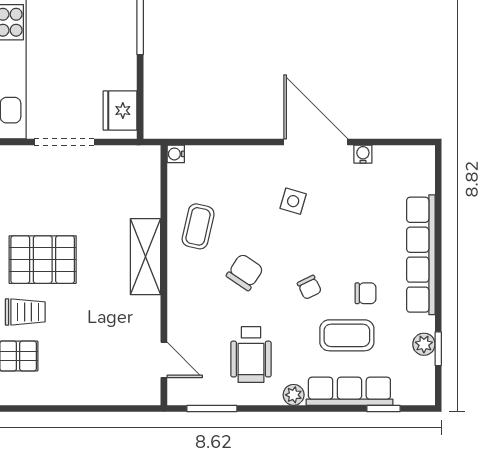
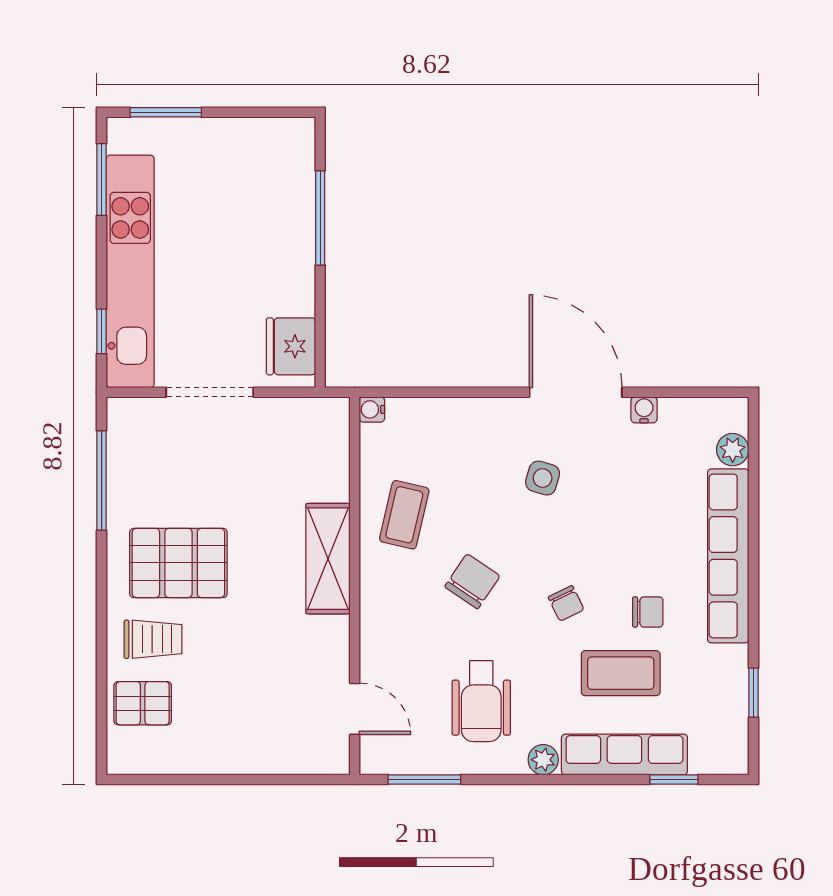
plant: (424, 344) -> (733, 450), moved

